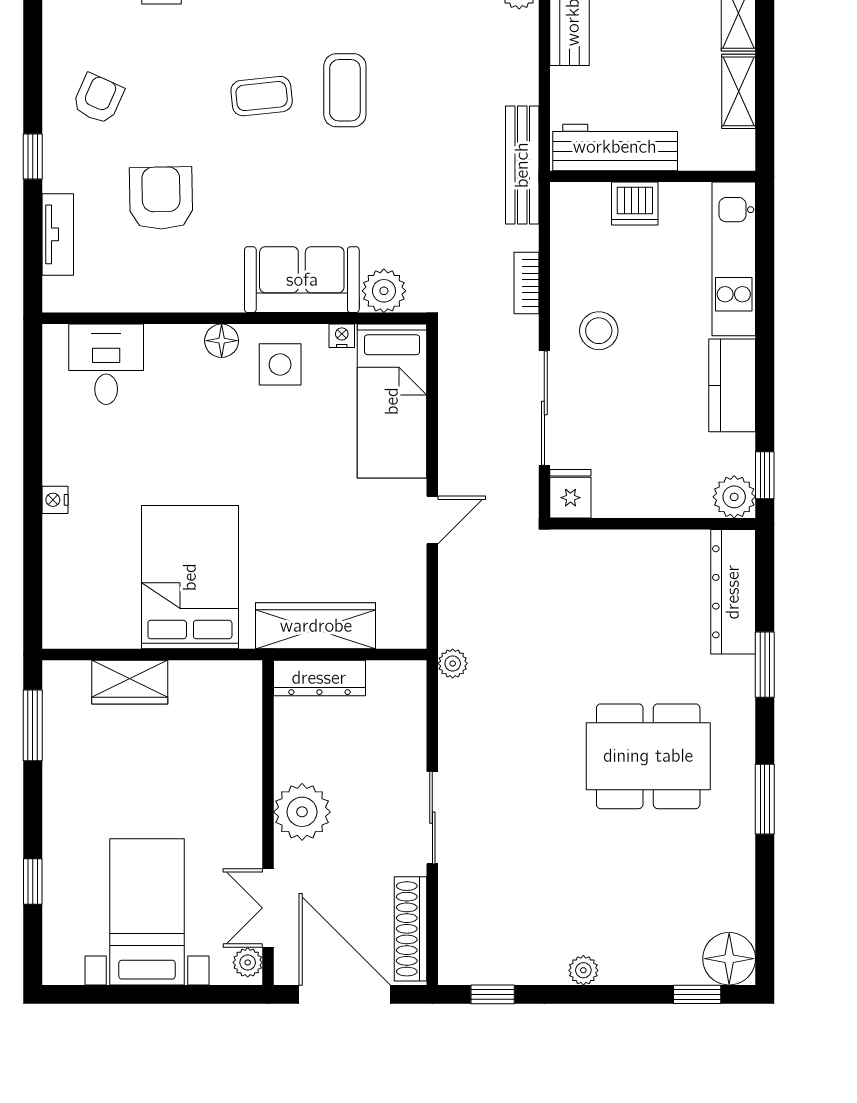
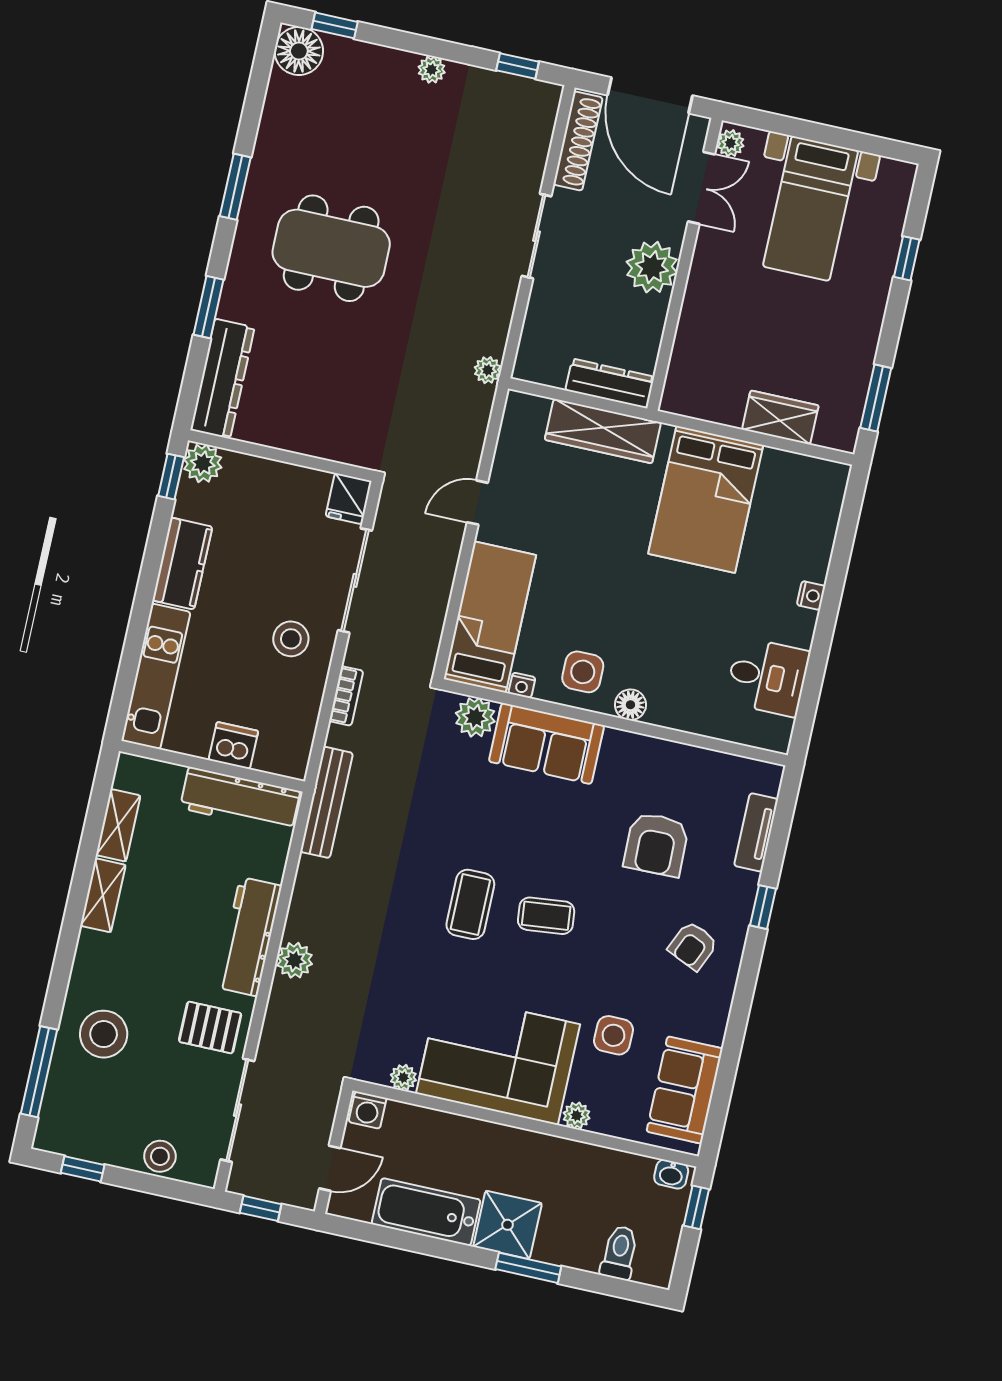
desk: (106, 364) -> (767, 677), moved, turned -90

